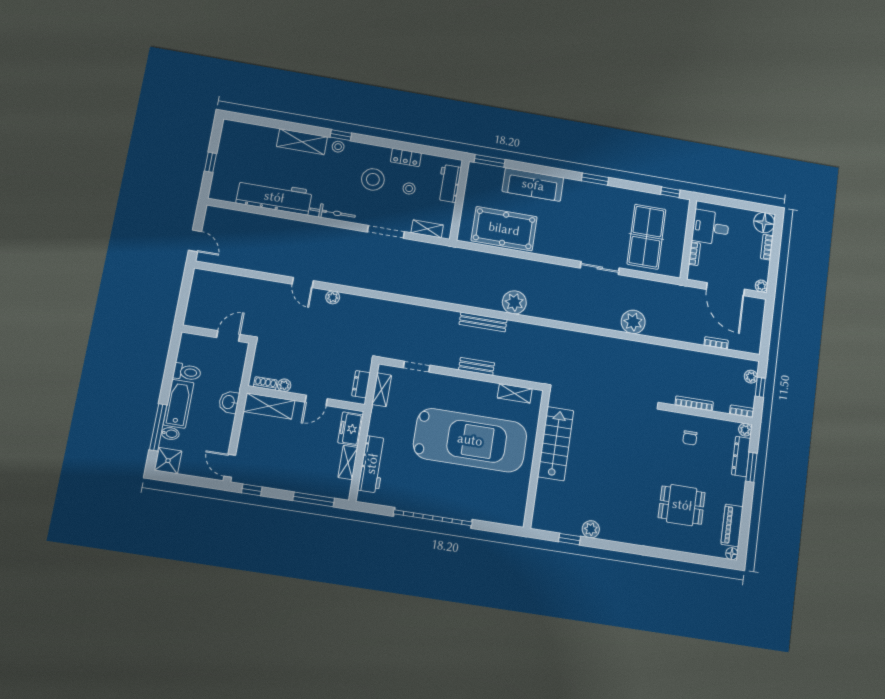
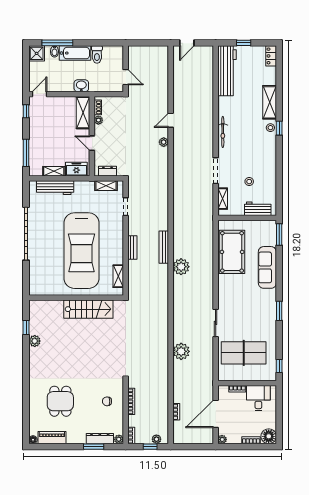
locker: (406, 157) -> (271, 56), moved
stool: (373, 179) -> (251, 156), removed
workbench: (274, 197) -> (227, 71), moved

